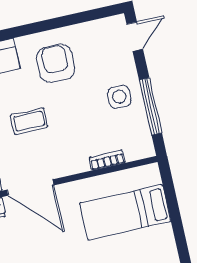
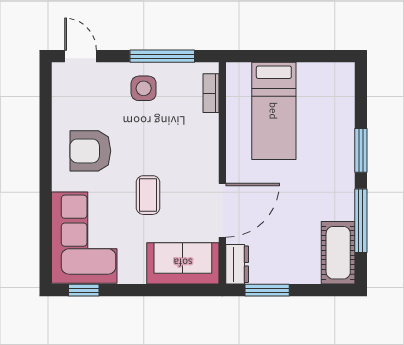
bookcase: (107, 160) -> (211, 93), moved

